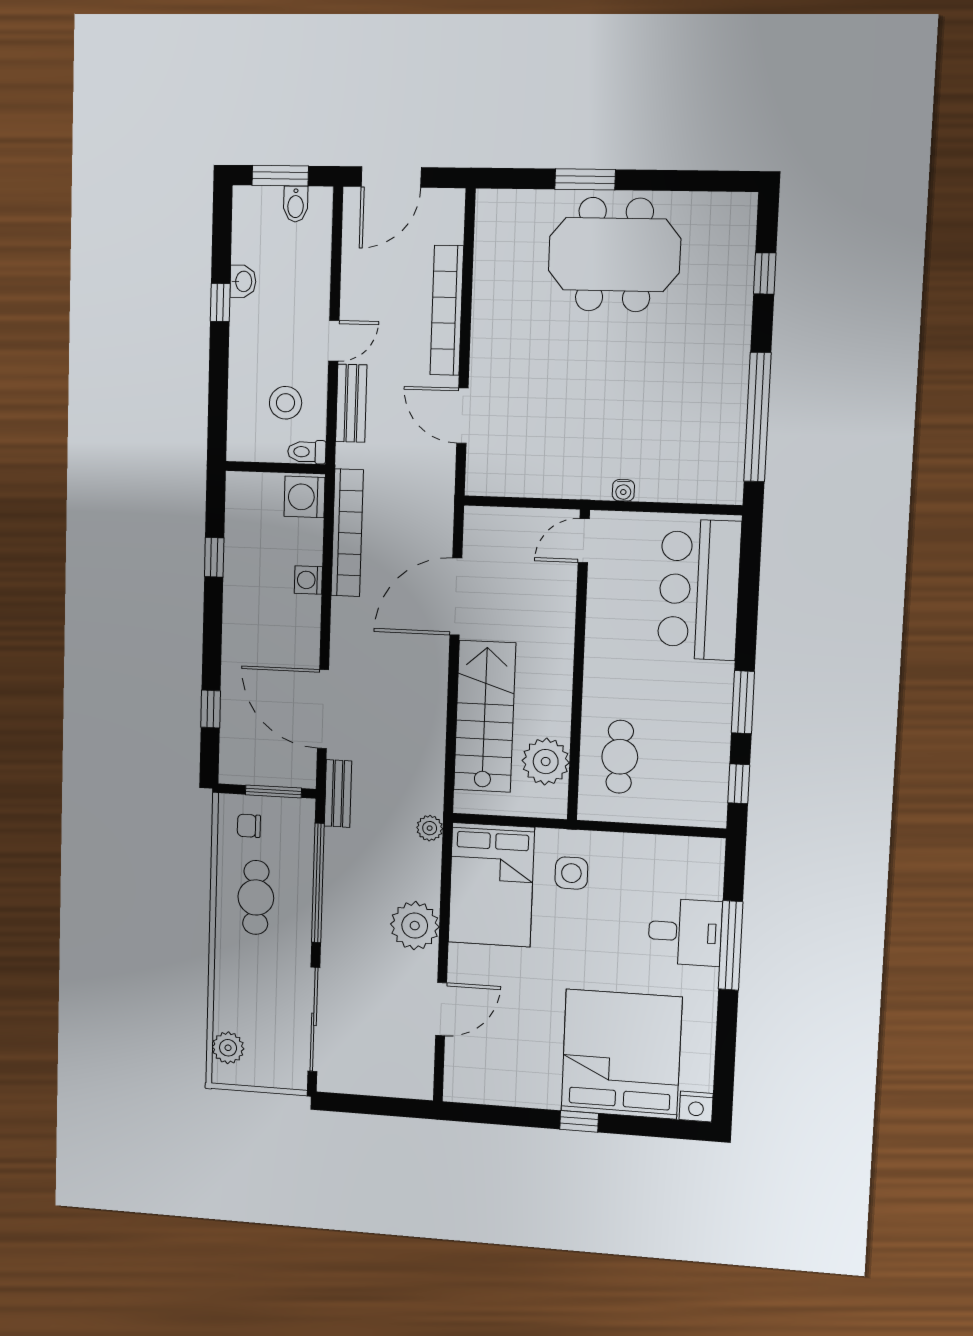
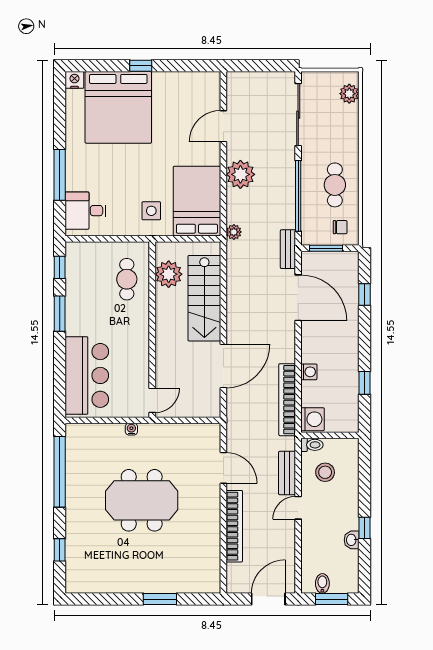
meeting table: (614, 255) -> (142, 500), moved
desk: (685, 932) -> (86, 211), moved

